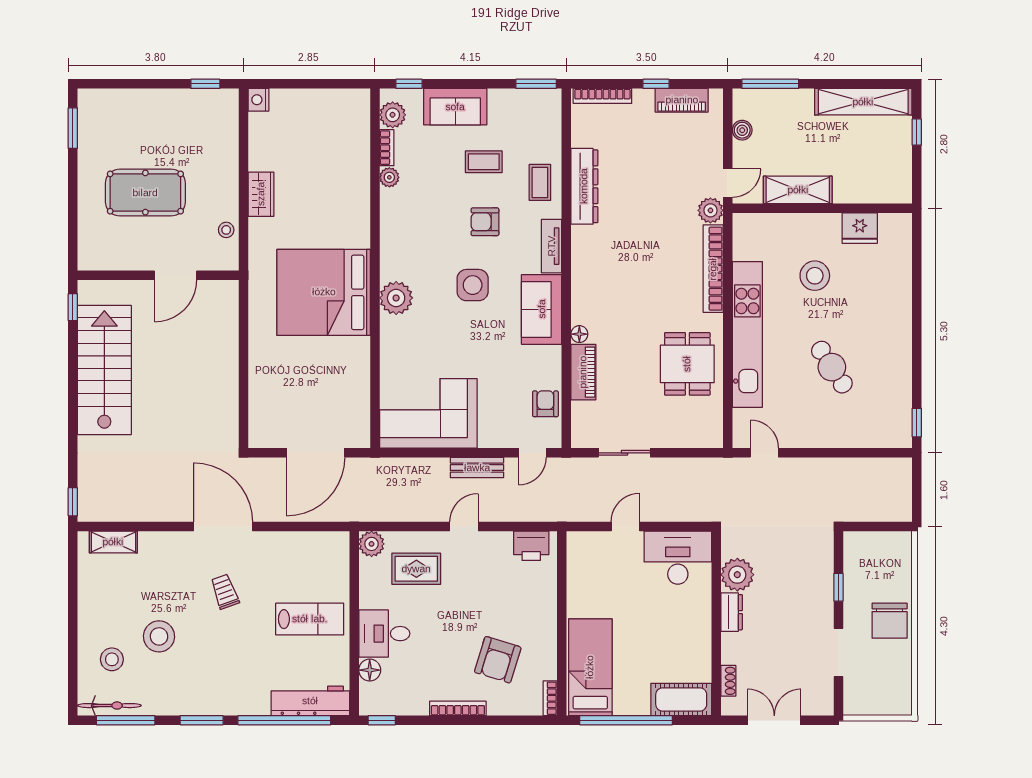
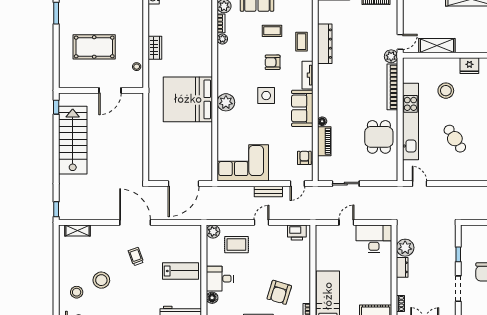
boiler: (742, 130) -> (408, 14), removed

